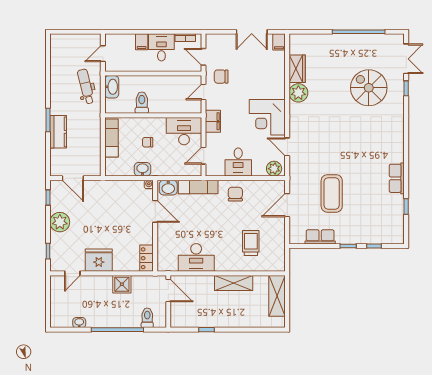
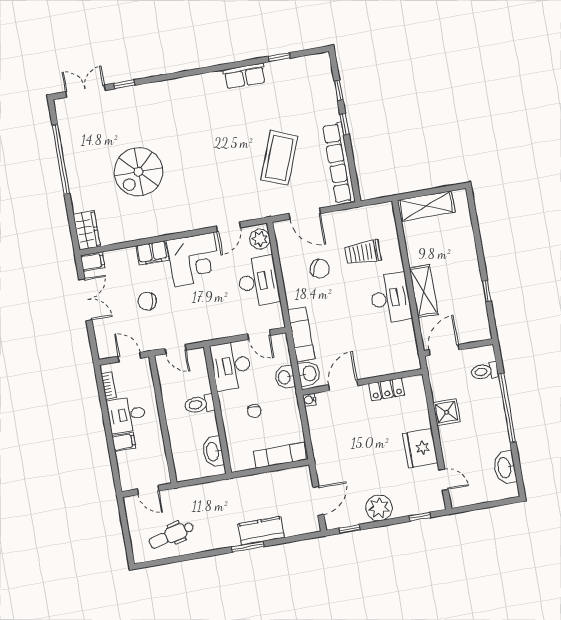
door: (204, 57) -> (129, 357), swing flipped
wardrobe: (297, 69) -> (87, 230), moved, turned 90
chair: (221, 77) -> (147, 301), moved, turned 103
dental chair: (86, 86) -> (172, 535), moved
washbasin: (112, 87) -> (213, 452), moved, turned -90
spiral stairs: (369, 88) -> (138, 172), moved
plant: (298, 93) -> (155, 224), removed
toilet: (142, 103) -> (199, 404), moved
filing cabinet: (213, 121) -> (152, 253), moved, turned 180
exam couch: (112, 138) -> (280, 455), moved
desk: (238, 162) -> (258, 281), width x1.37
washbasin: (143, 169) -> (285, 377), moved
coffee table: (332, 193) -> (279, 158), turned -69
chair: (235, 194) -> (320, 269), moved, turned -153
row of seats: (320, 237) -> (339, 163), width x2.02
desk: (196, 257) -> (390, 298), moved
locker: (146, 258) -> (387, 389), moved
shelving: (234, 283) -> (424, 291), moved
washbasin: (79, 323) -> (505, 468), width x1.91, depth x1.45

